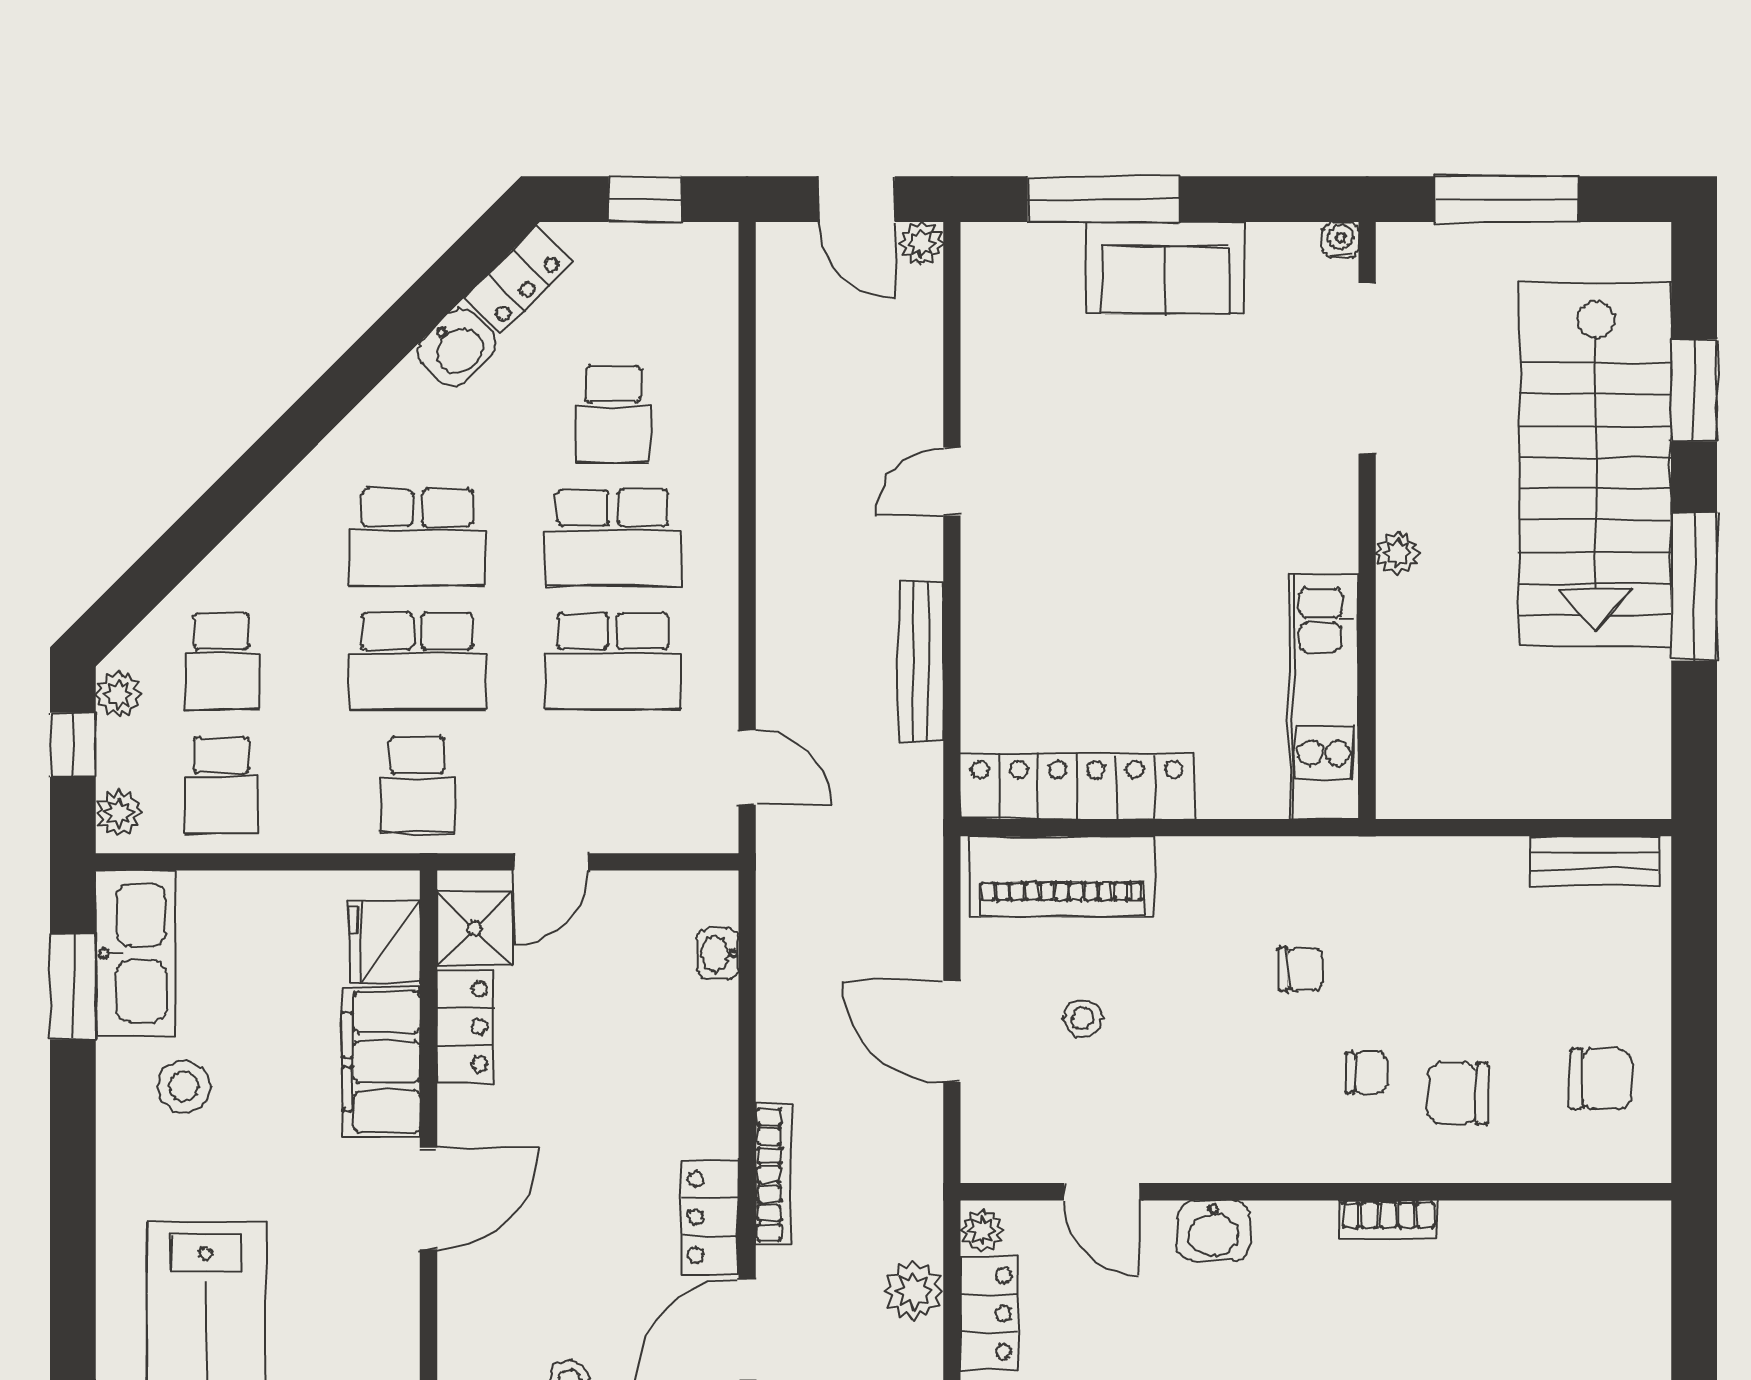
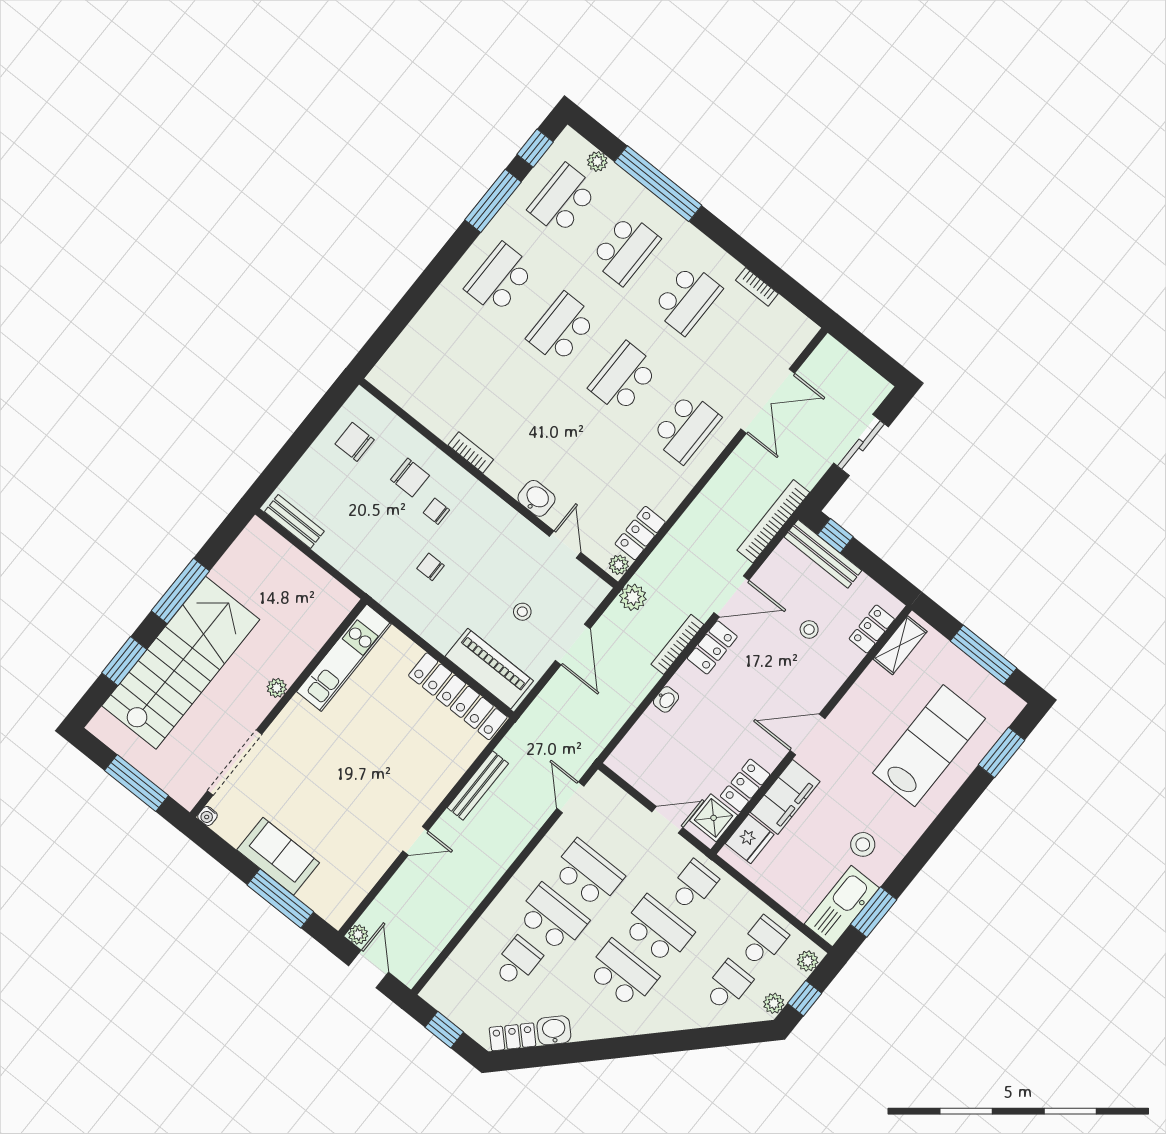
washbasin: (718, 954) -> (666, 699), moved
plant: (914, 1291) -> (633, 597), moved

